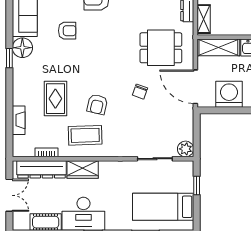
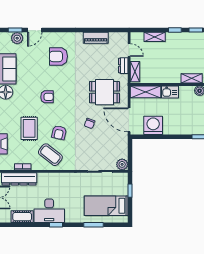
armchair: (67, 31) -> (47, 97), moved
coffee table: (85, 135) -> (50, 155), turned 40
wardrobe: (83, 169) -> (49, 179), removed

